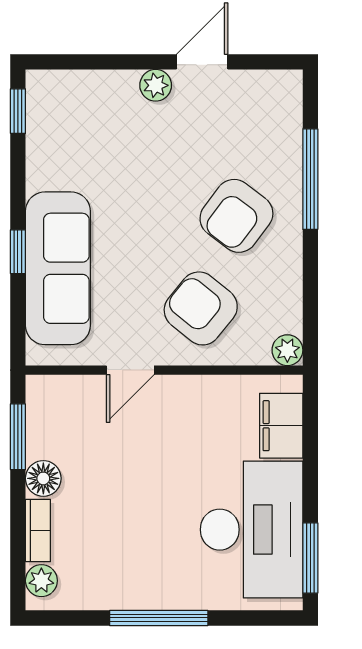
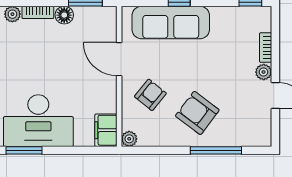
bookcase: (107, 81) -> (266, 48), added
armchair: (201, 308) -> (150, 95), width x0.72, depth x0.72
door: (130, 370) -> (119, 59), width x1.38
filing cabinet: (281, 426) -> (106, 130), moved, turned -90

